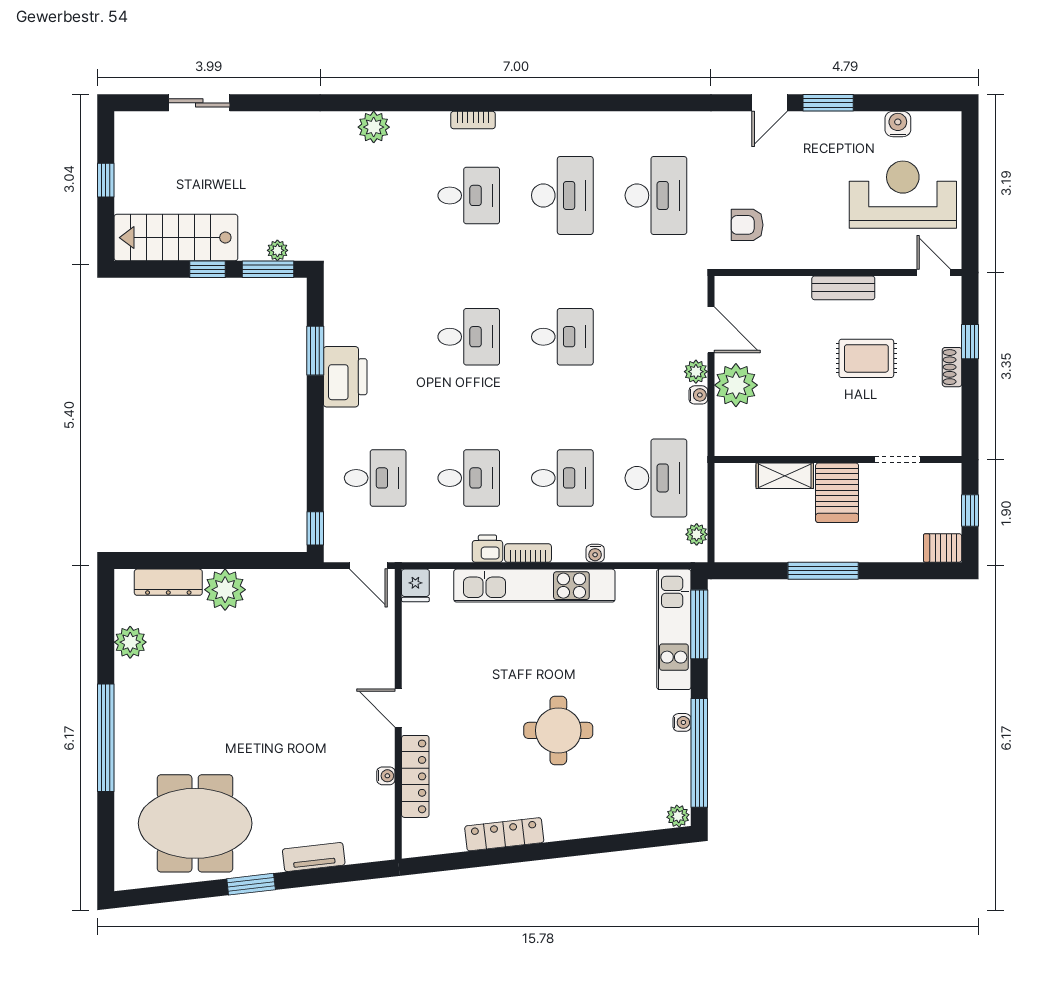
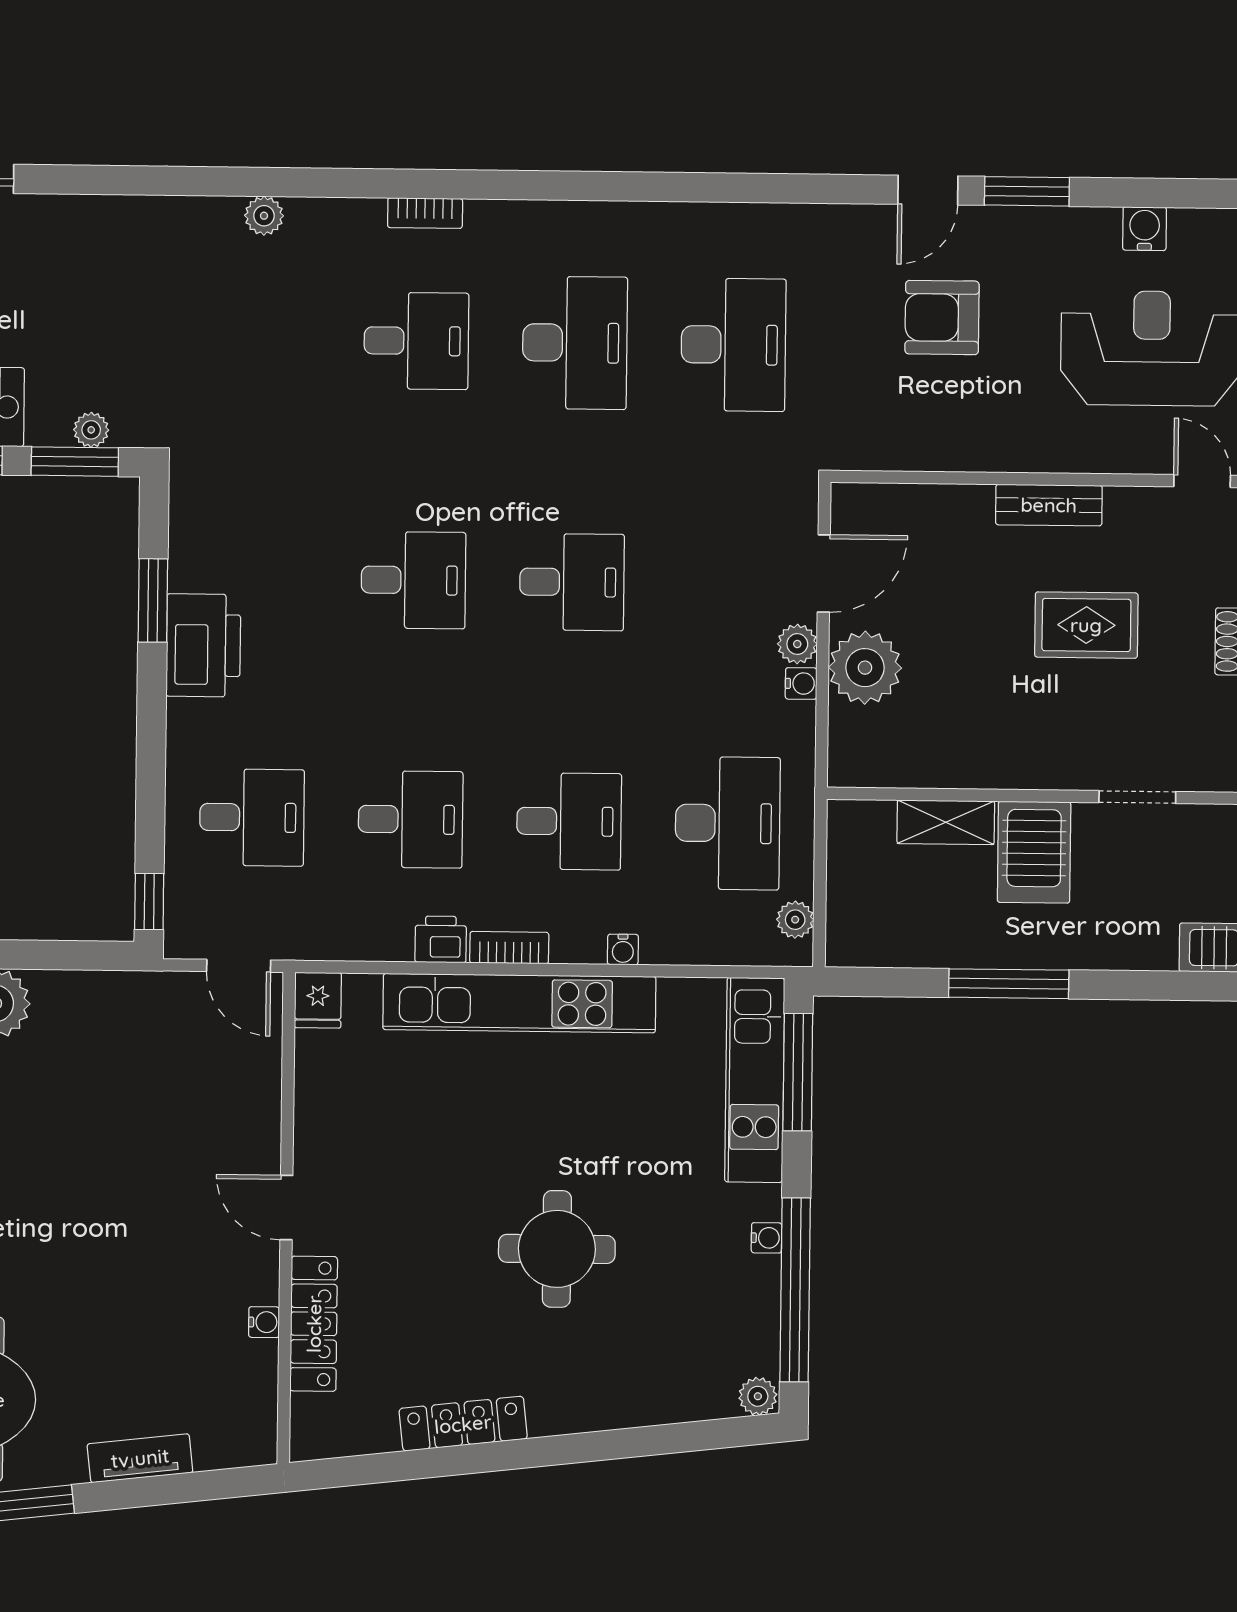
plant: (374, 127) -> (264, 216), width x0.73, depth x0.73
armchair: (747, 225) -> (942, 318), moved, width x1.38, depth x1.38
door: (711, 330) -> (824, 573), hinge flipped

